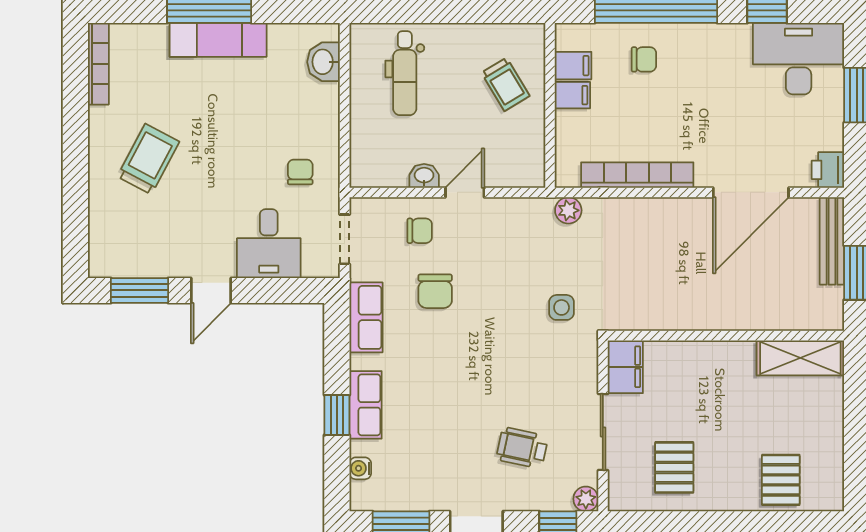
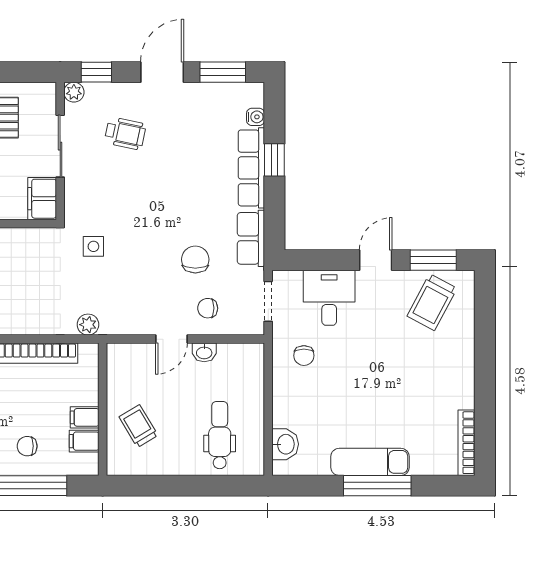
trolley: (148, 159) -> (432, 302), moved
row of seats: (365, 405) -> (251, 168), width x1.48

